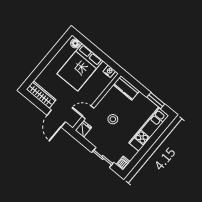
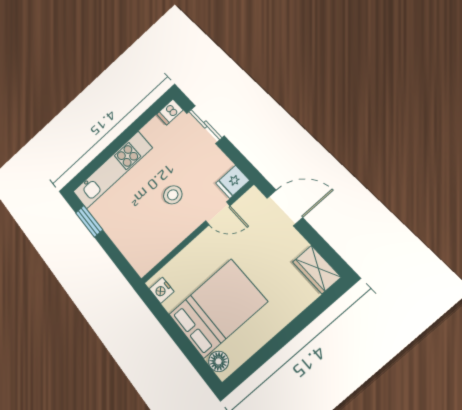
kitchen counter: (126, 88) -> (136, 253), removed
wardrobe: (41, 95) -> (317, 270), width x0.67
door: (56, 119) -> (285, 208), hinge flipped

